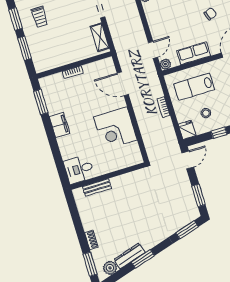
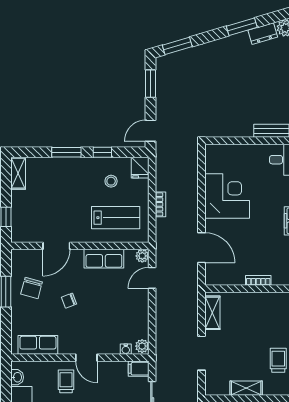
dresser: (129, 256) -> (263, 34), width x0.70

